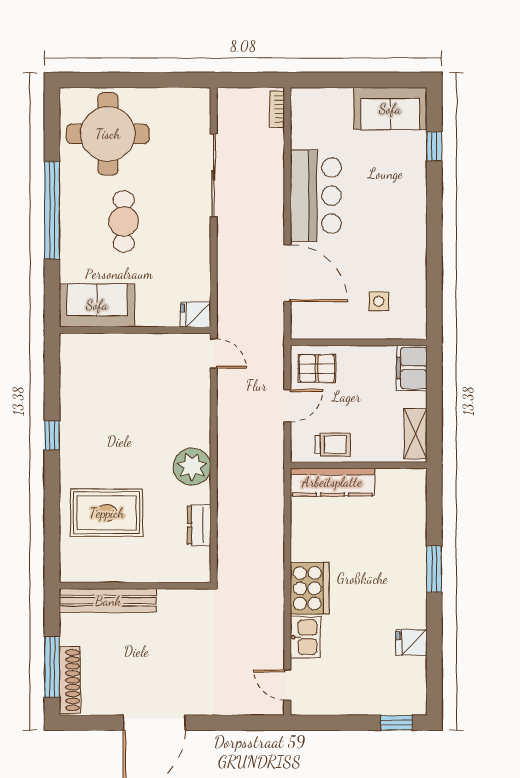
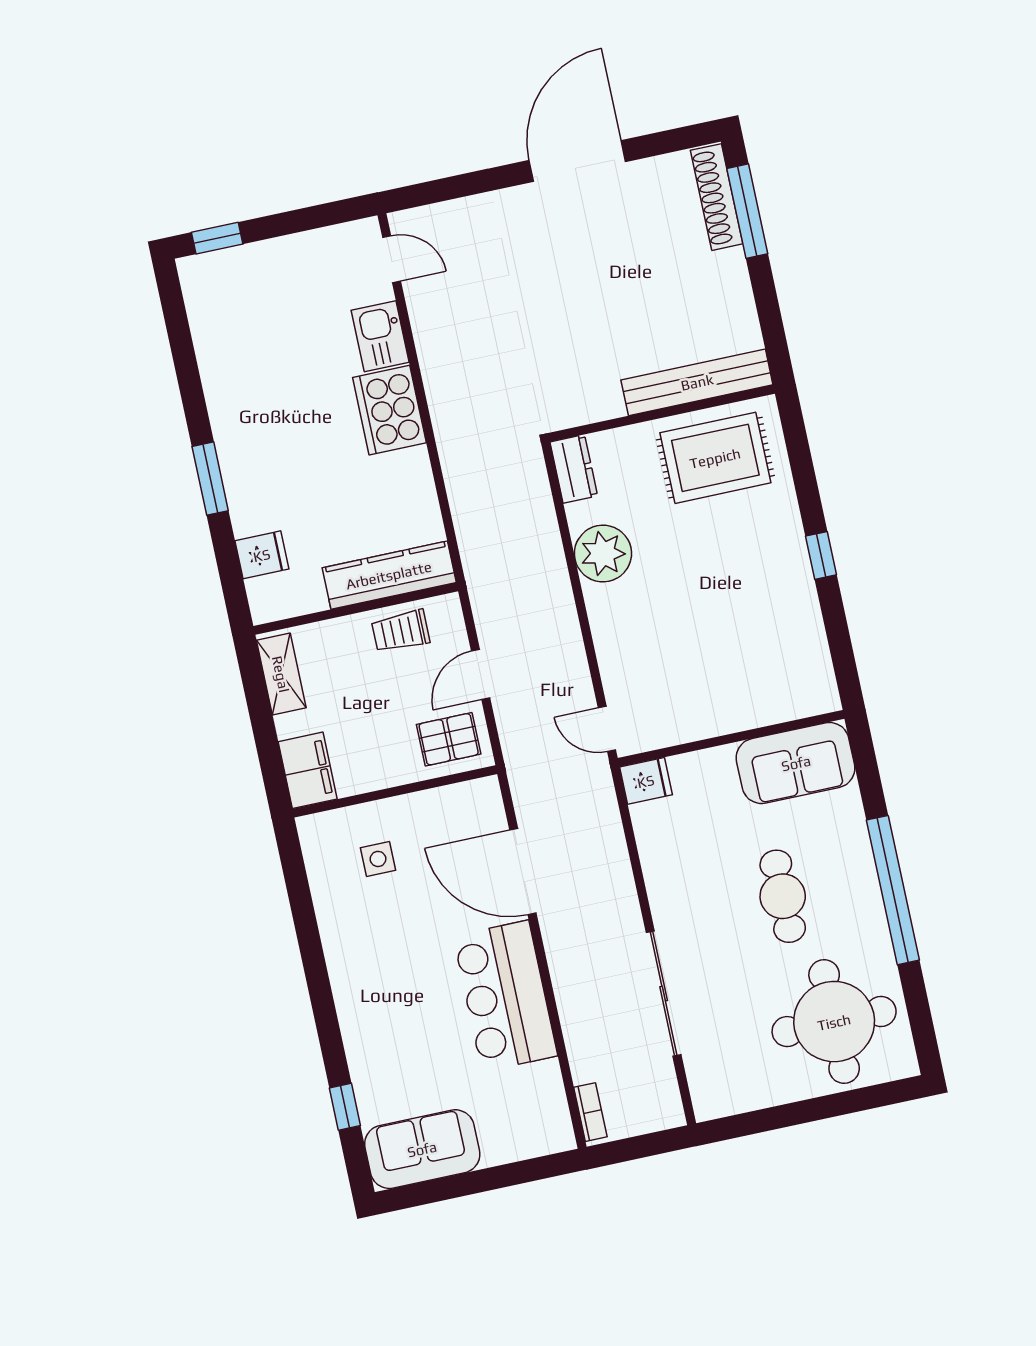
wall: (135, 586) -> (661, 413), moved
bench: (108, 601) -> (697, 382), moved
fridge: (411, 642) -> (262, 555), moved

